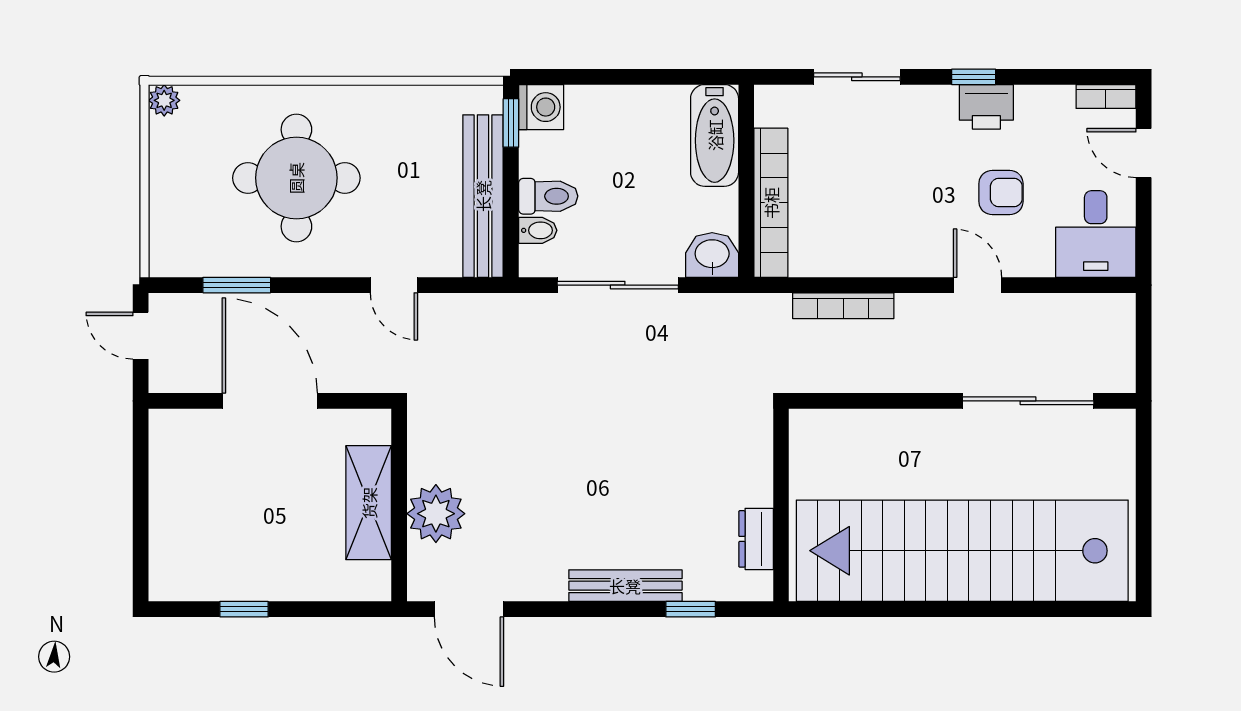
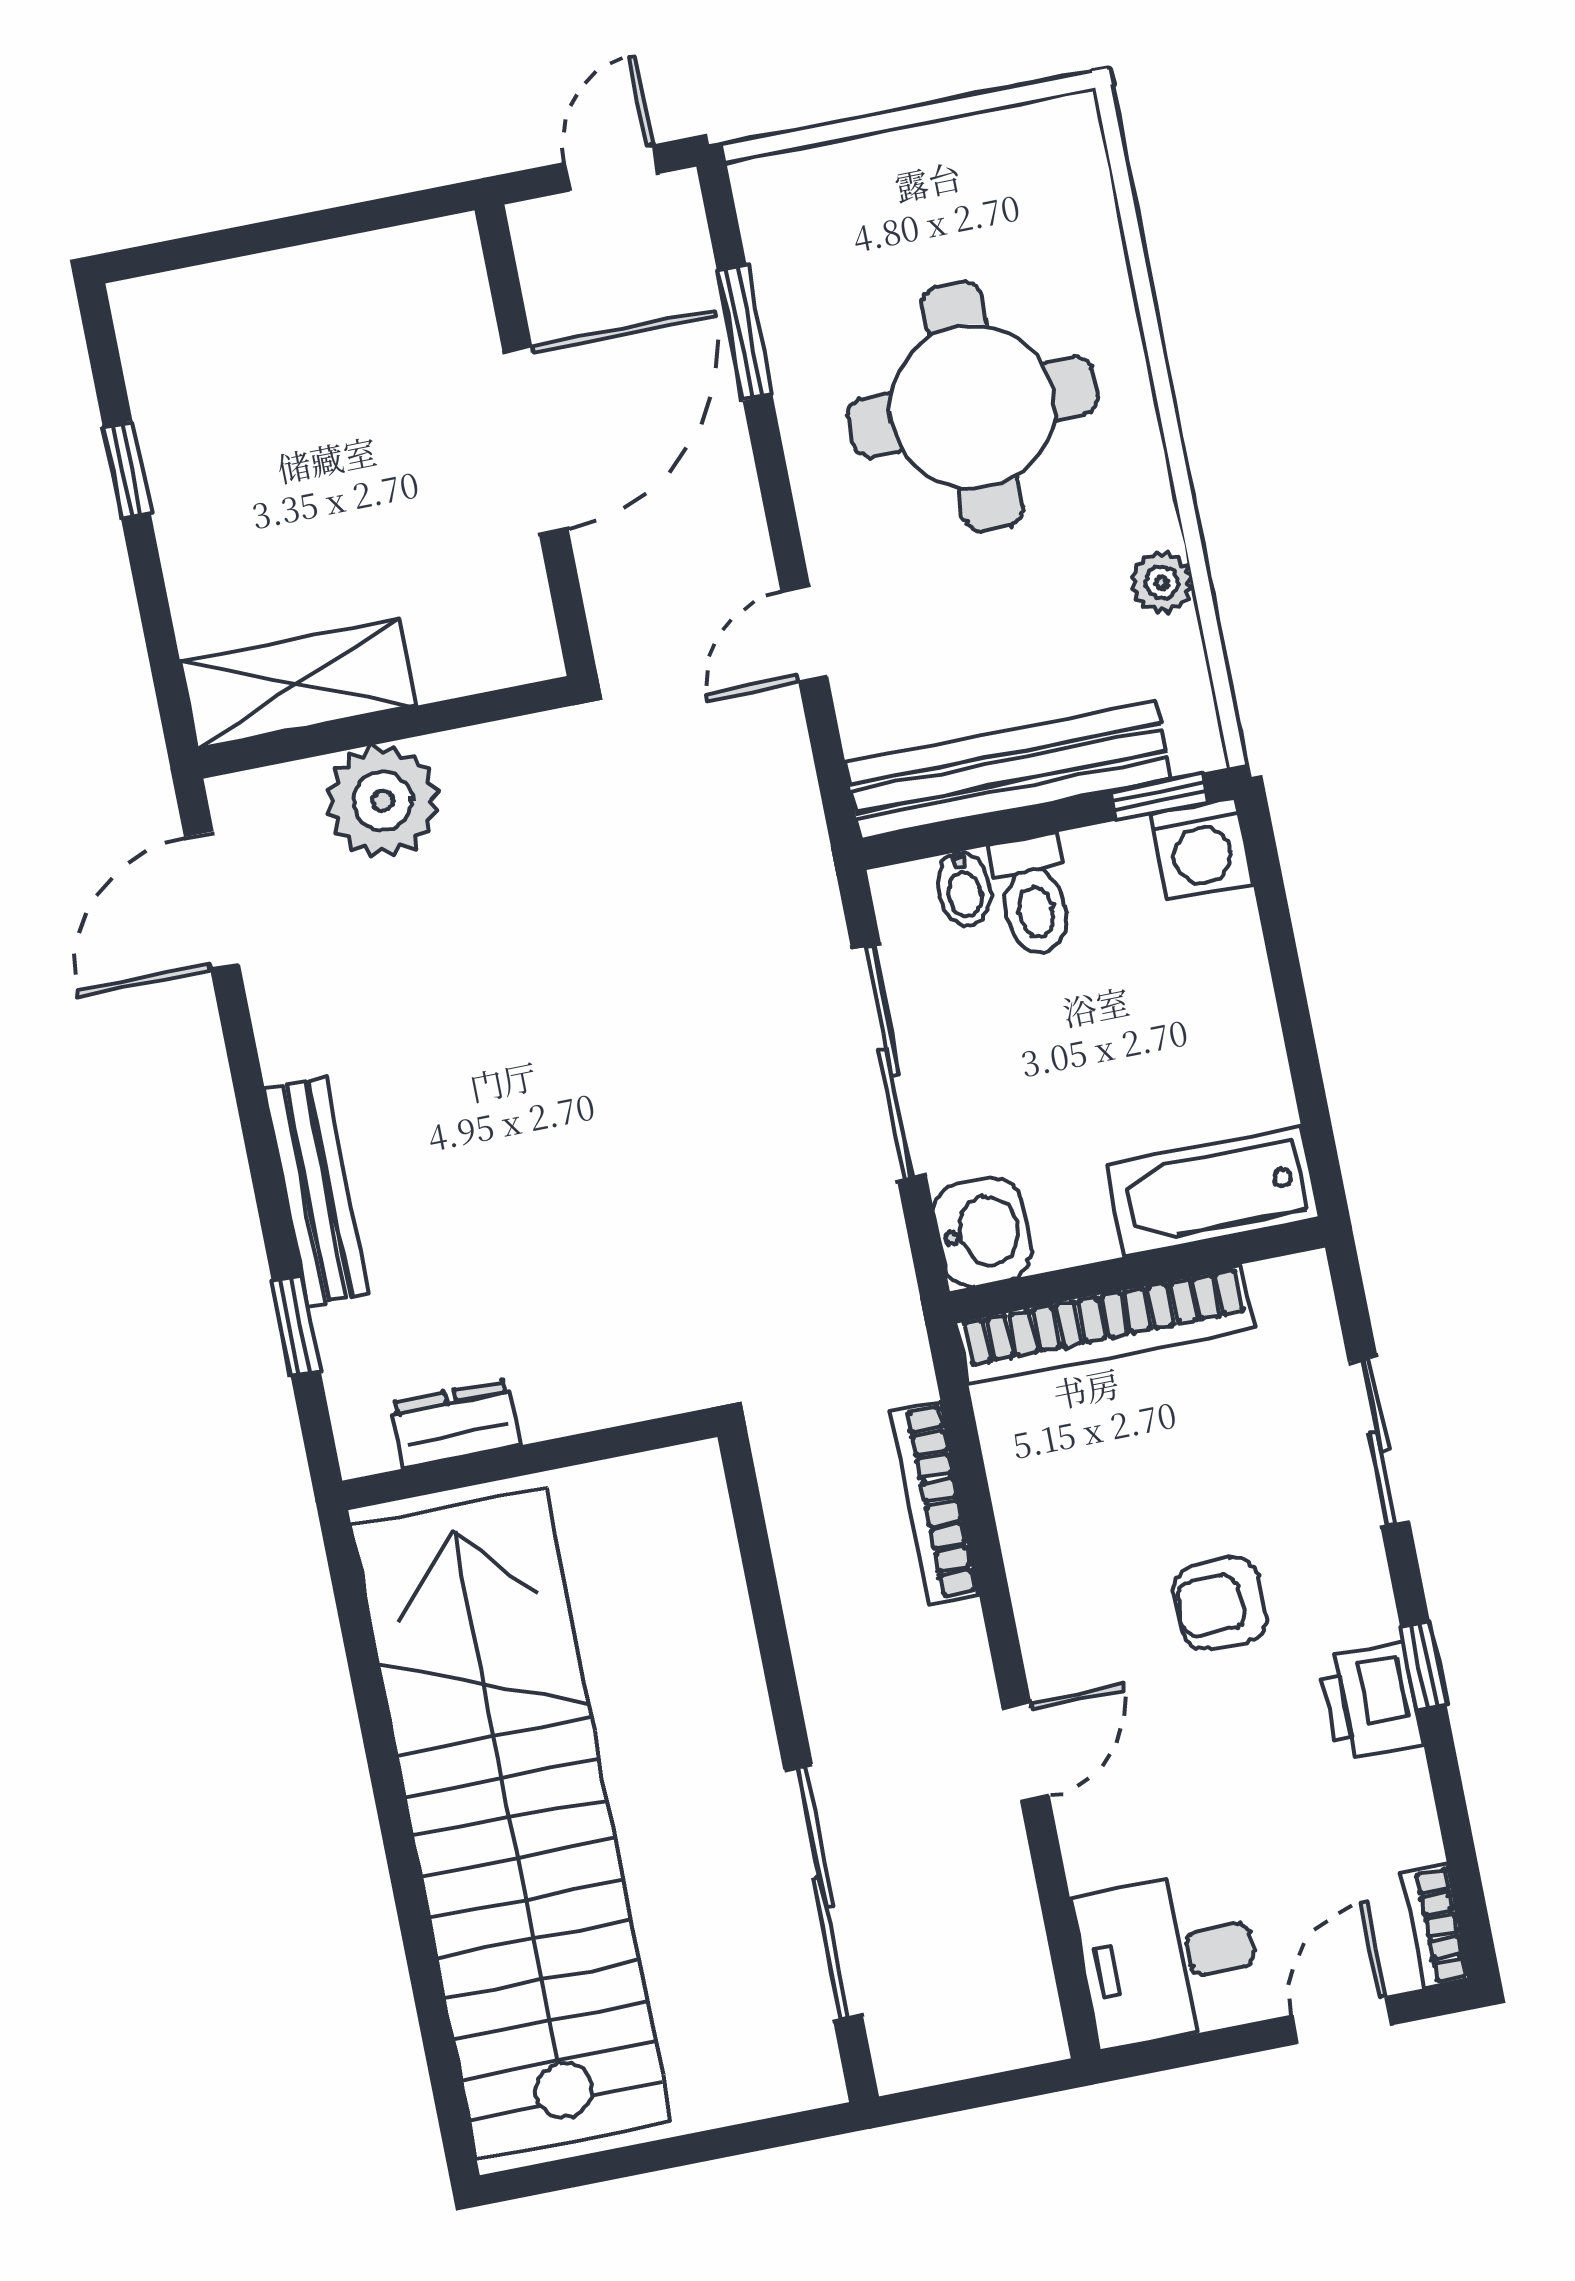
plant: (164, 100) -> (1162, 583), moved
armchair: (1001, 193) -> (1221, 1603), moved, turned 90
shelving: (369, 503) -> (298, 684), moved

